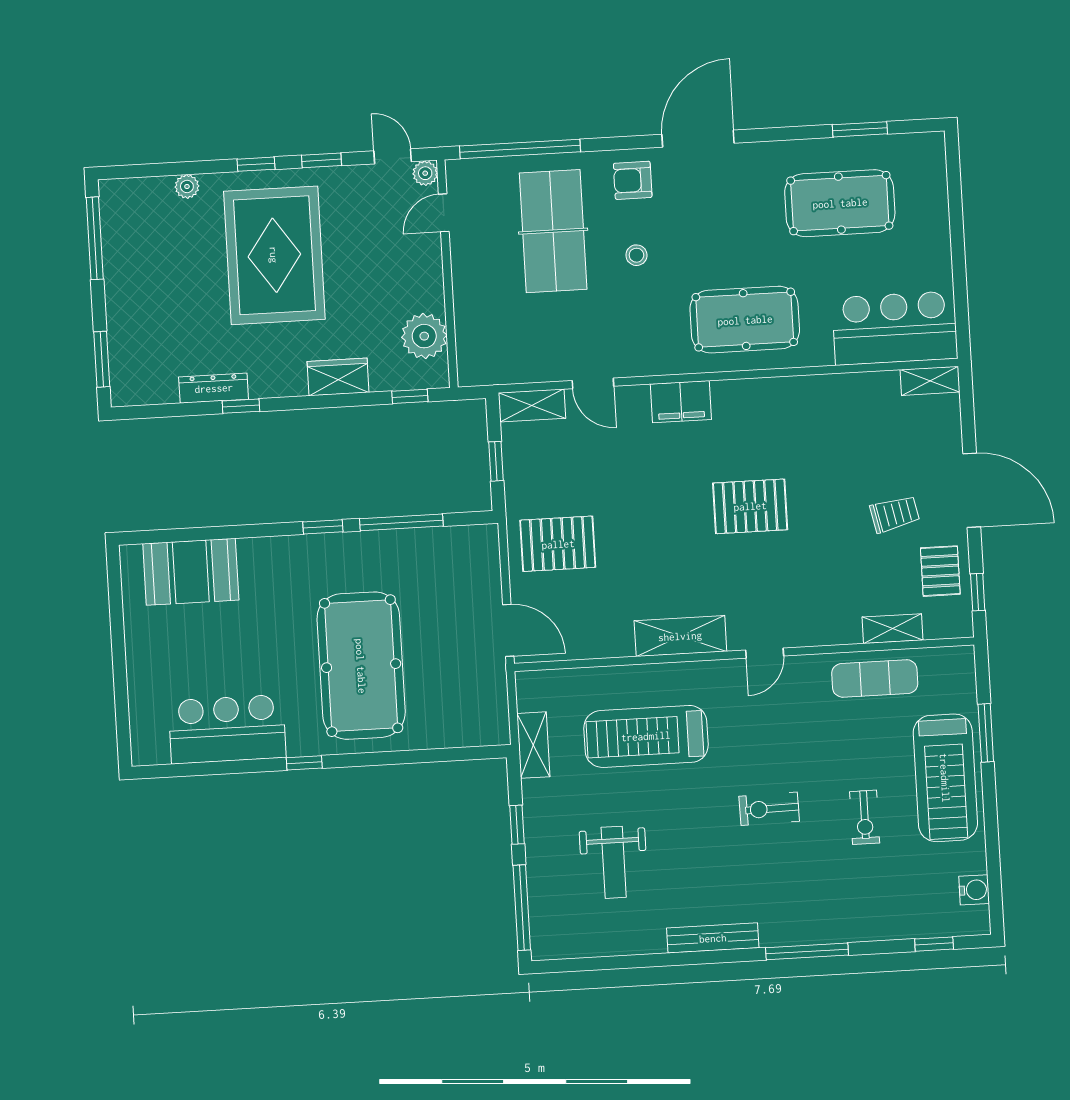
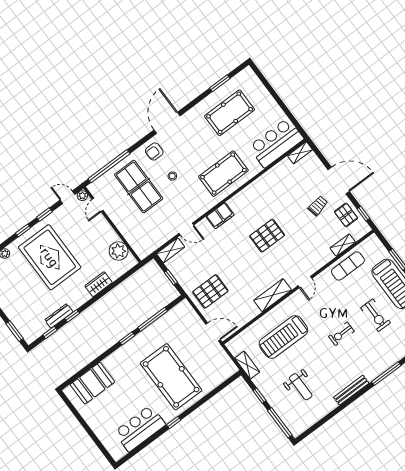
window: (410, 396) -> (50, 332), moved
exercise bike: (865, 817) -> (376, 315), width x1.38, depth x1.39

